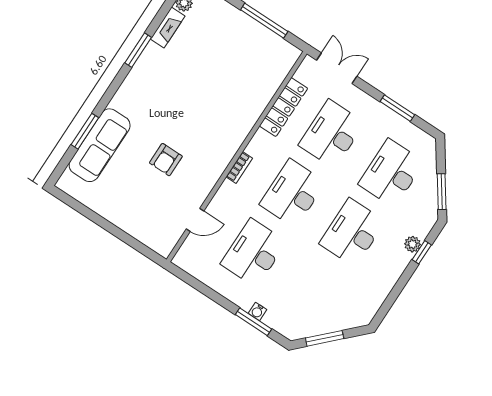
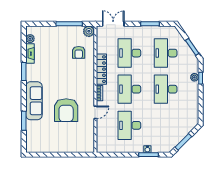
plant: (288, 54) -> (89, 31), added
armchair: (249, 78) -> (79, 52), added
locker: (284, 107) -> (101, 69), moved
sofa: (100, 145) -> (34, 101), moved
armchair: (166, 160) -> (66, 110), width x1.88, depth x1.88
door: (195, 220) -> (95, 112), moved

